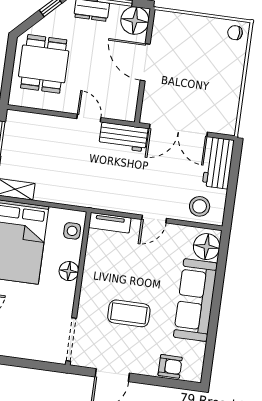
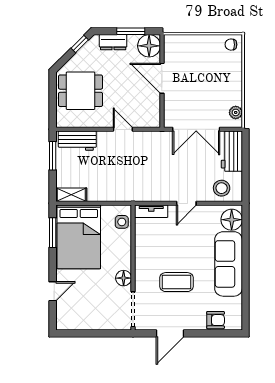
dining table: (44, 64) -> (81, 91), turned 90
plant: (229, 116) -> (236, 112), added
workbench: (123, 137) -> (77, 141), moved
floor lamp: (69, 271) -> (124, 278), moved

